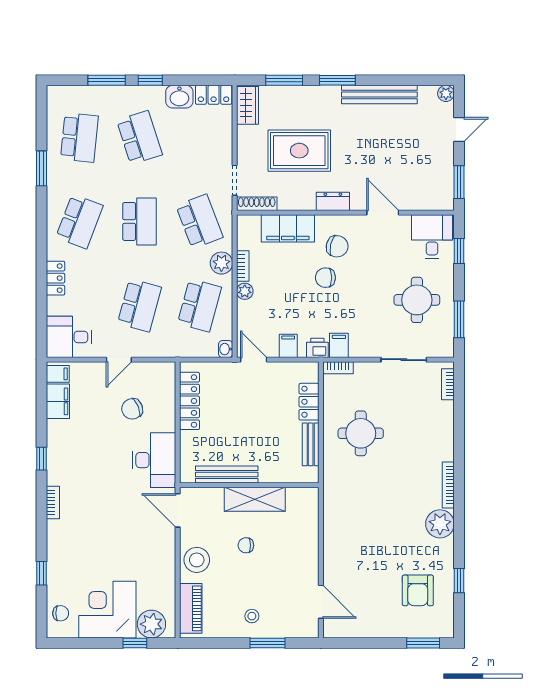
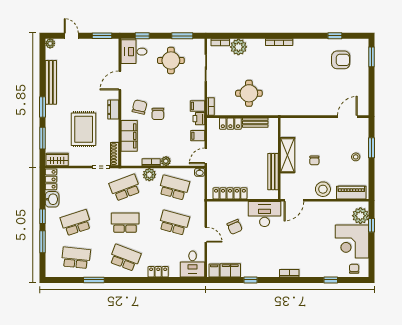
window: (41, 459) -> (250, 280), moved
plant: (440, 524) -> (238, 47), moved

